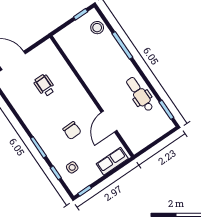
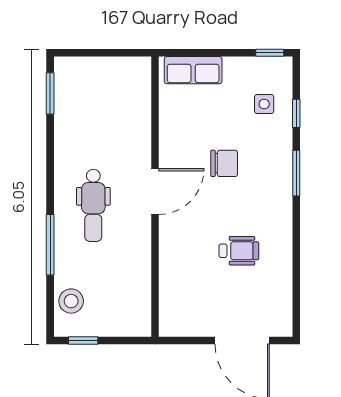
wheelchair: (45, 85) -> (239, 251), moved, turned -90
dental chair: (140, 94) -> (93, 205), moved
door: (109, 122) -> (155, 192), moved
chair: (72, 131) -> (224, 163), turned 91

